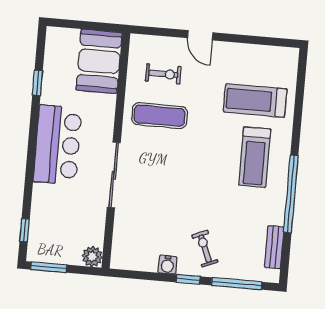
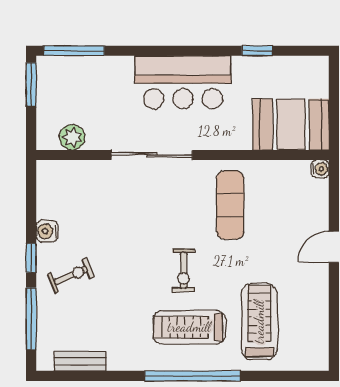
water cooler: (137, 41) -> (320, 169), added
exercise bike: (163, 74) -> (184, 270), moved
window: (291, 194) -> (193, 376), moved
window: (25, 230) -> (74, 51), width x2.17
plant: (92, 257) -> (72, 137), moved

